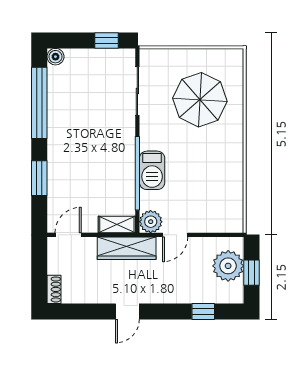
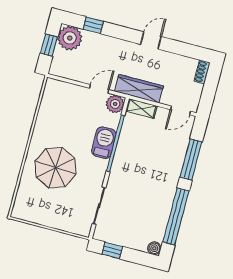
parasol: (200, 100) -> (56, 168), moved
window: (39, 178) -> (191, 159), width x1.44
plant: (228, 266) -> (70, 38), moved

